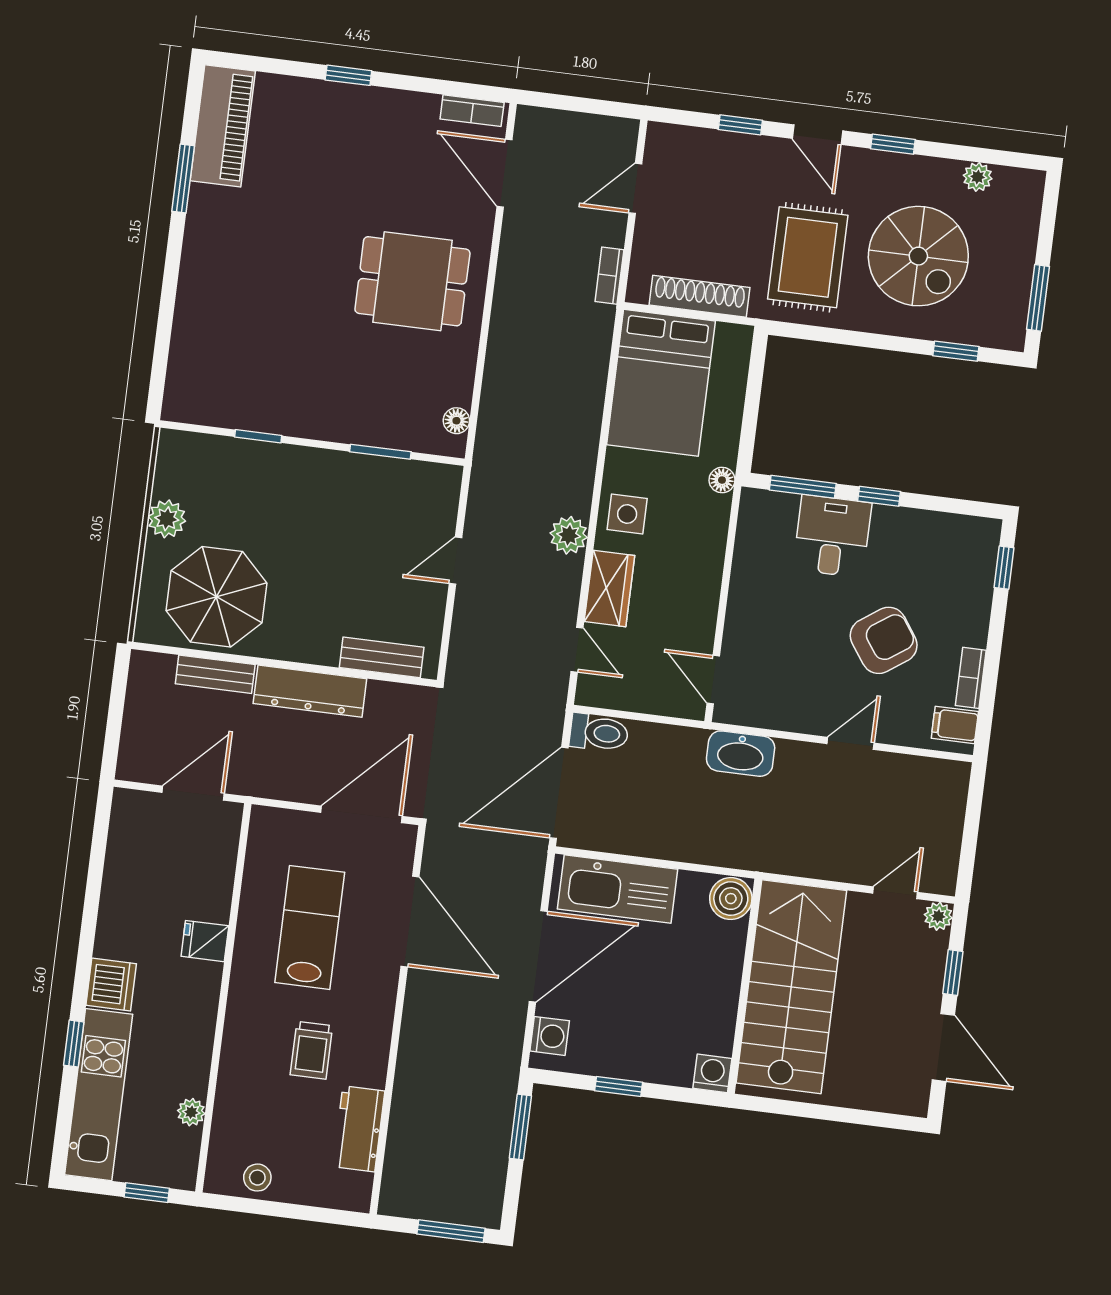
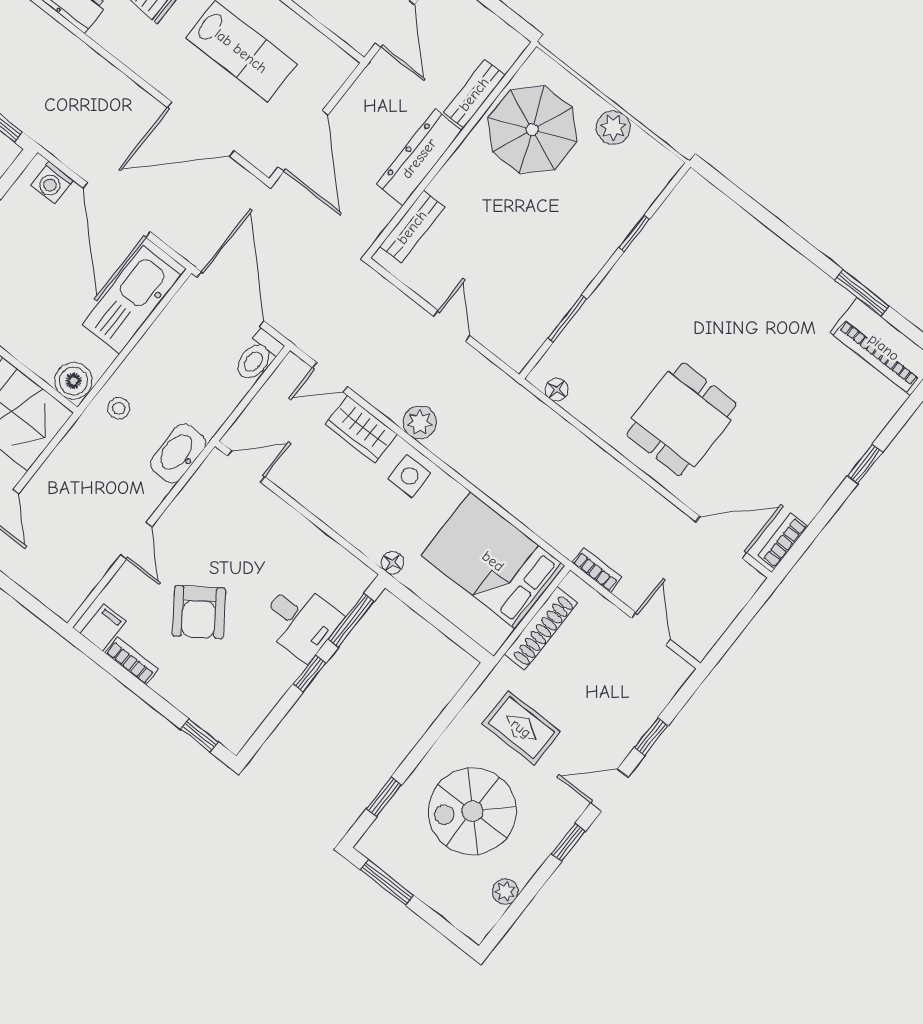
rug: (808, 257) -> (521, 728), width x0.73, depth x0.70
stool: (731, 838) -> (119, 408), added

